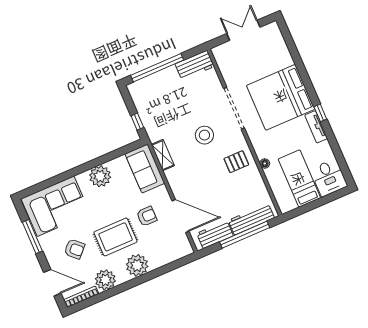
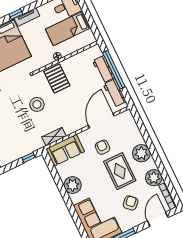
pallet: (236, 162) -> (57, 79), width x1.50, depth x1.42
workbench: (251, 219) -> (103, 69), width x0.73

